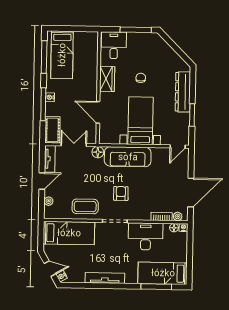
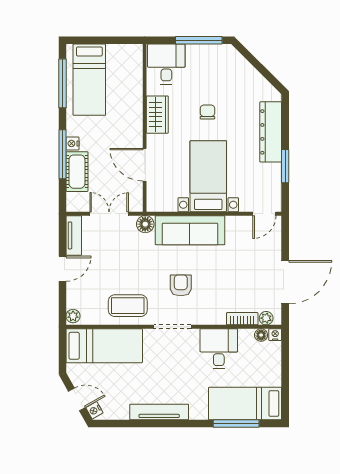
cot: (52, 130) -> (77, 172), moved
plant: (49, 201) -> (73, 316), moved
desk: (146, 236) -> (219, 349), width x0.73

